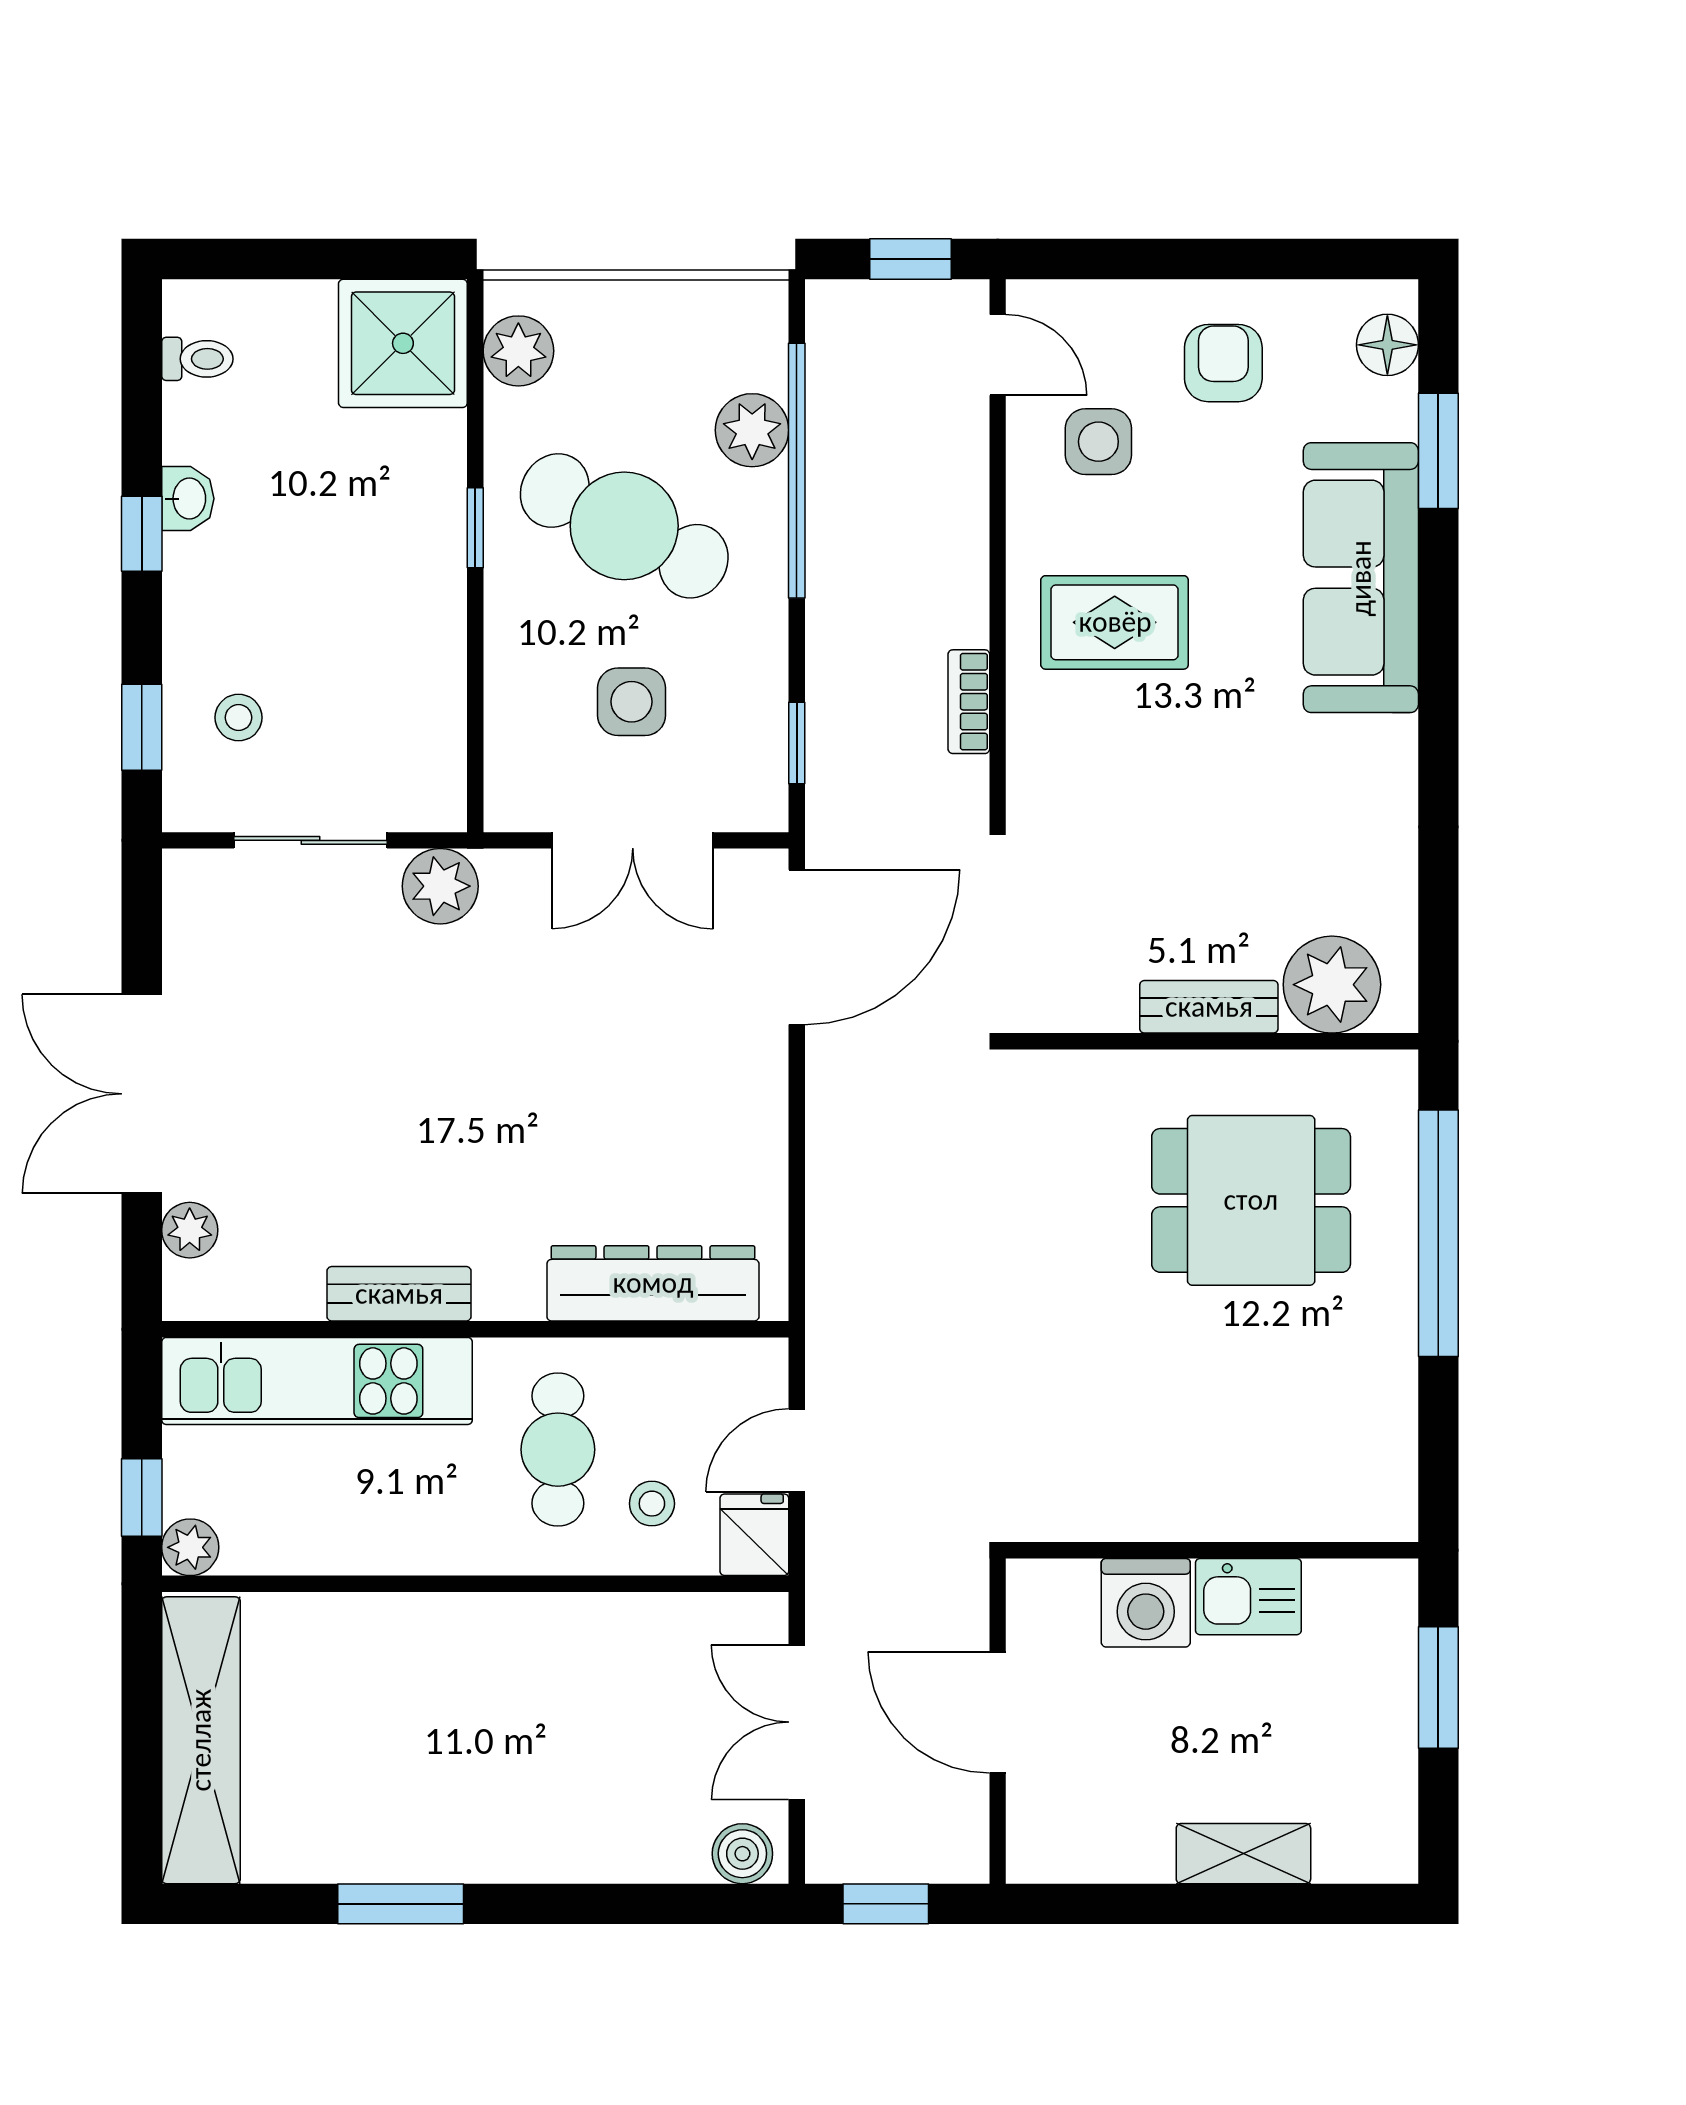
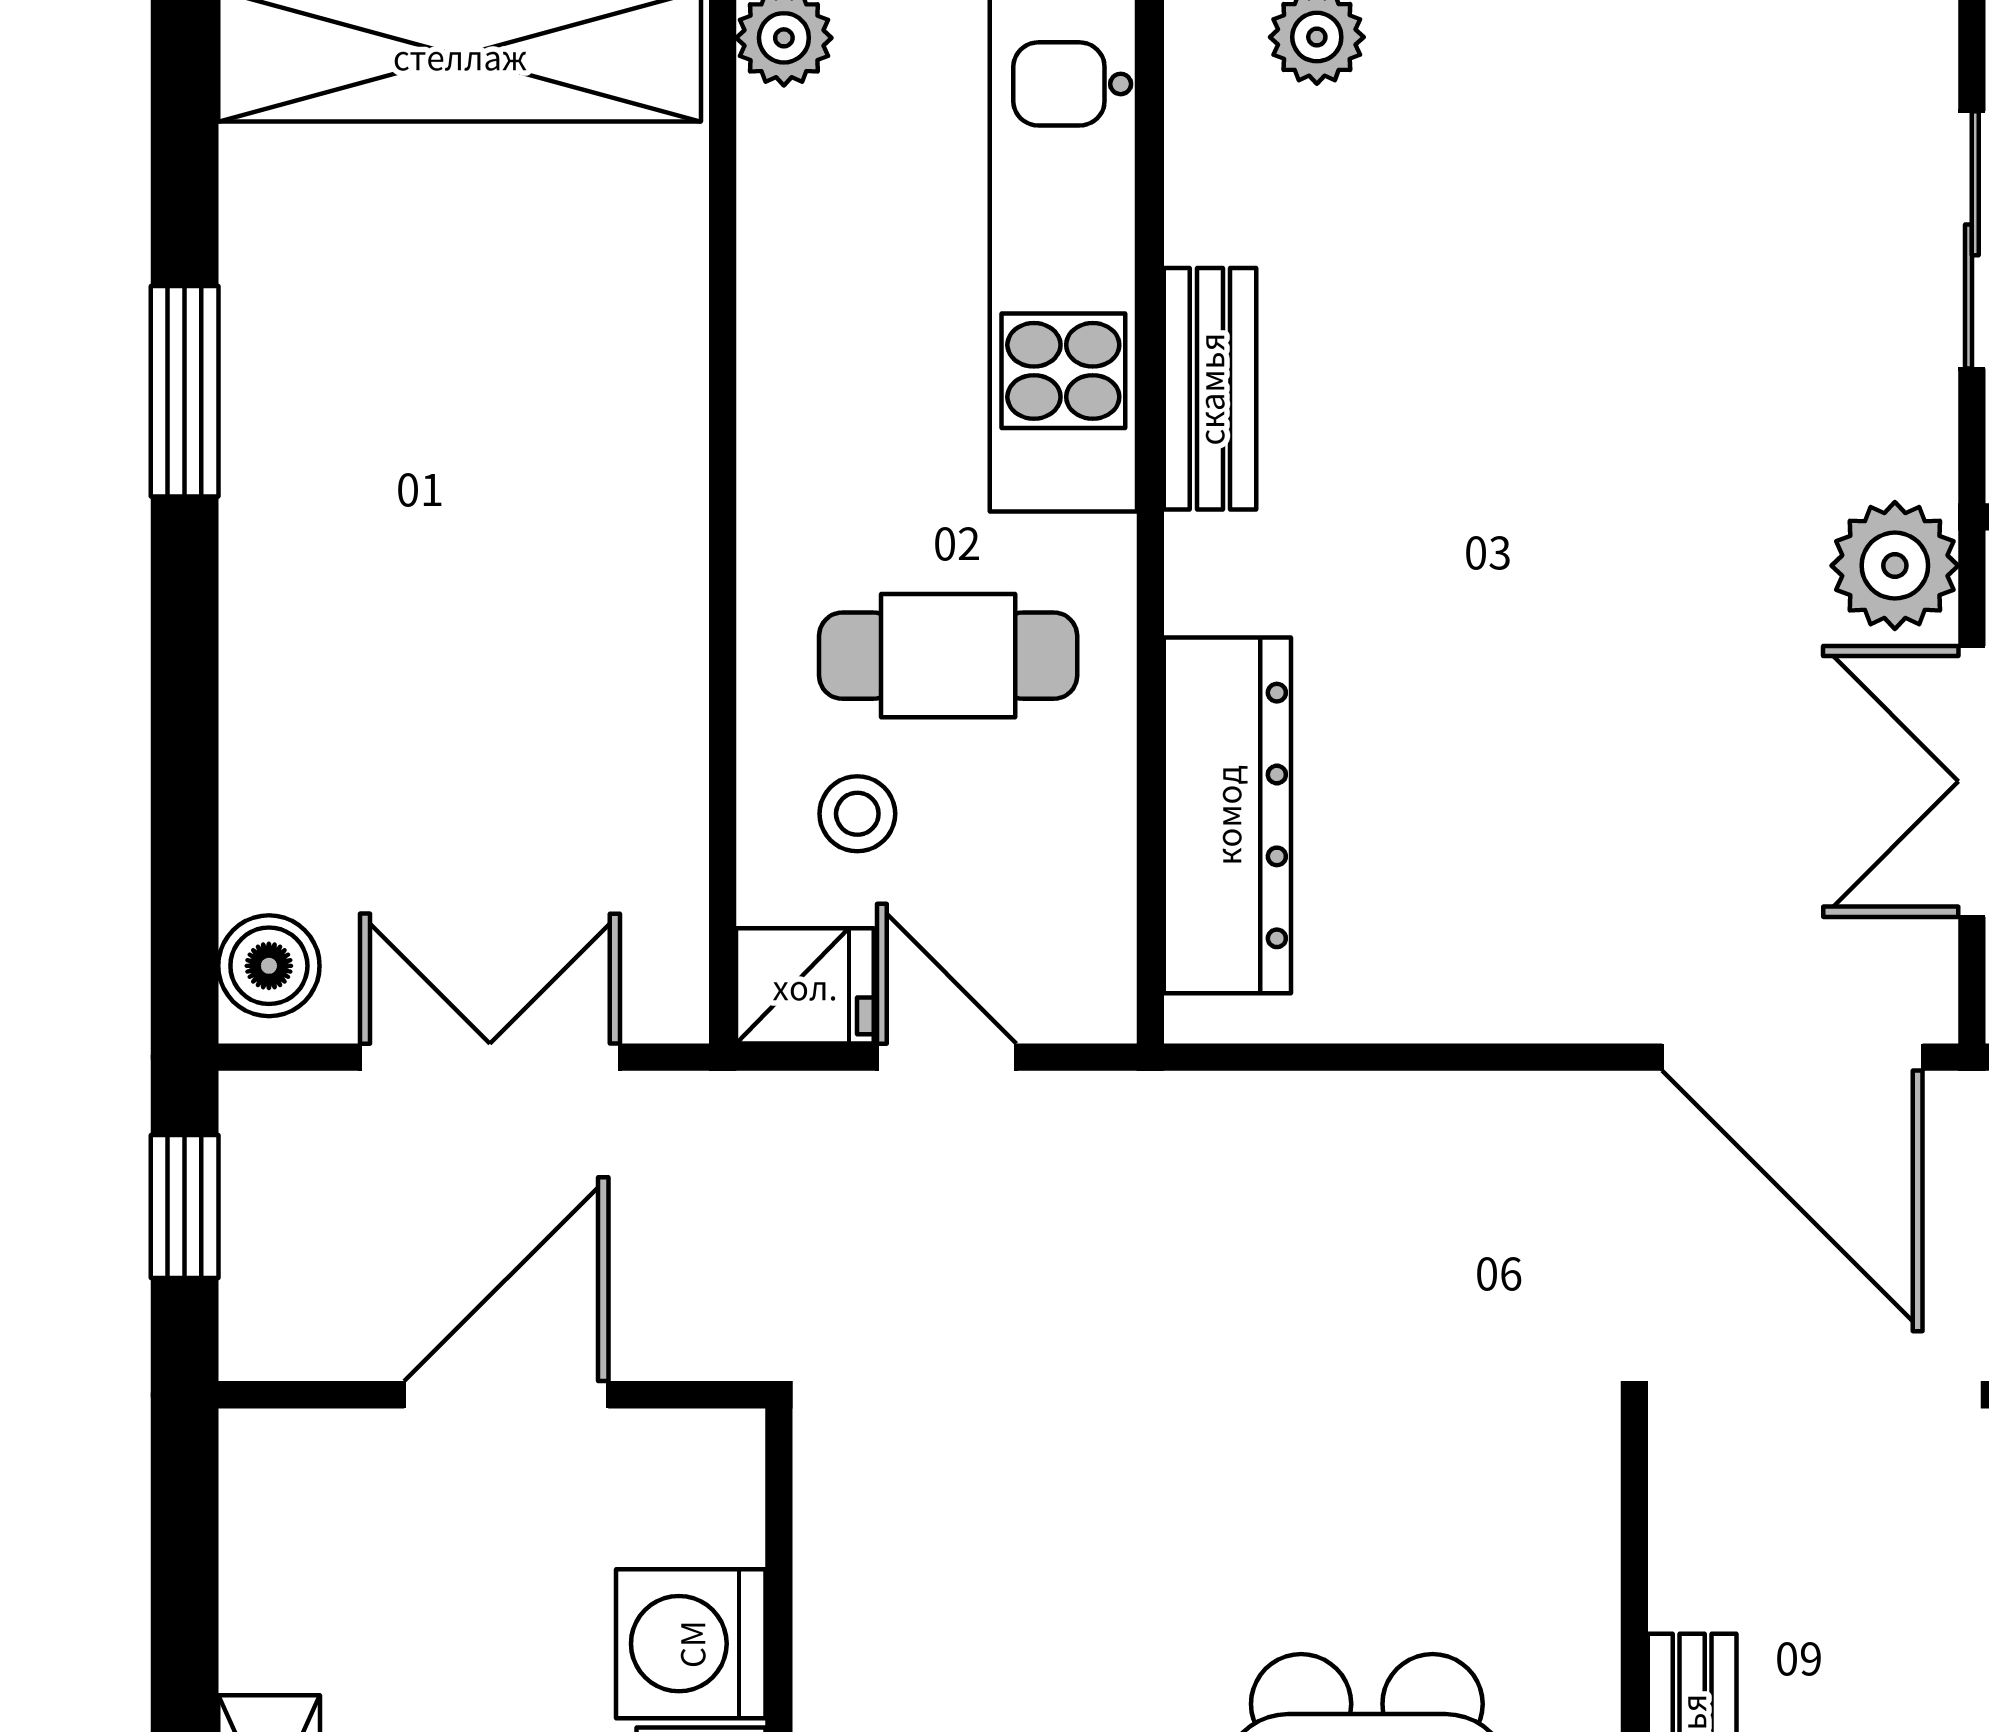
plant: (440, 886) -> (1895, 566), moved

